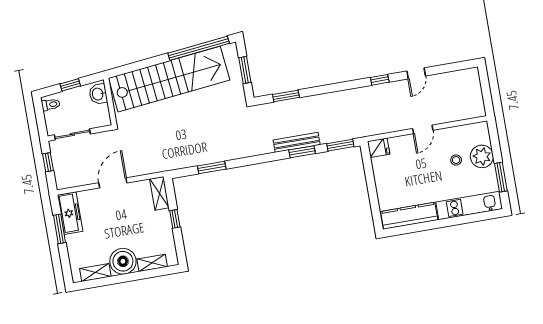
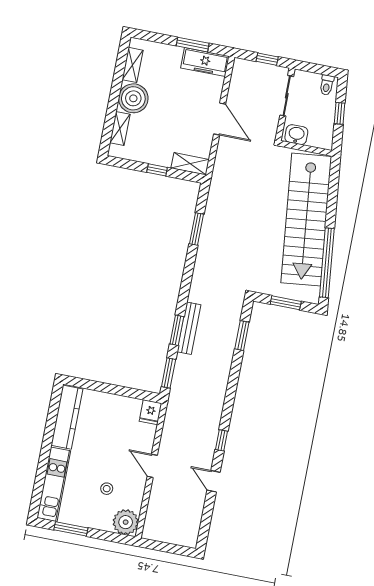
washbasin: (98, 94) -> (296, 135), moved
plant: (482, 156) -> (126, 522), moved

